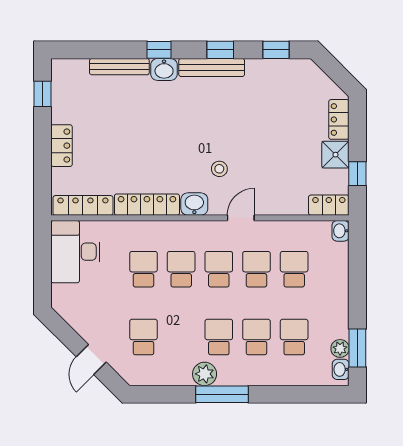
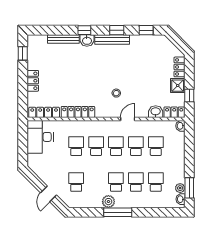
washbasin: (194, 204) -> (156, 112), moved

